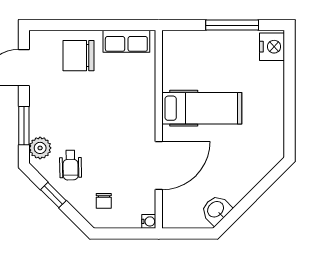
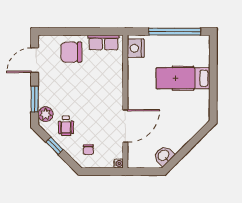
window: (232, 25) -> (175, 32), width x1.46
nightstand: (272, 47) -> (136, 48), moved, turned 180
hospital bed: (202, 108) -> (183, 78), moved, turned 180

